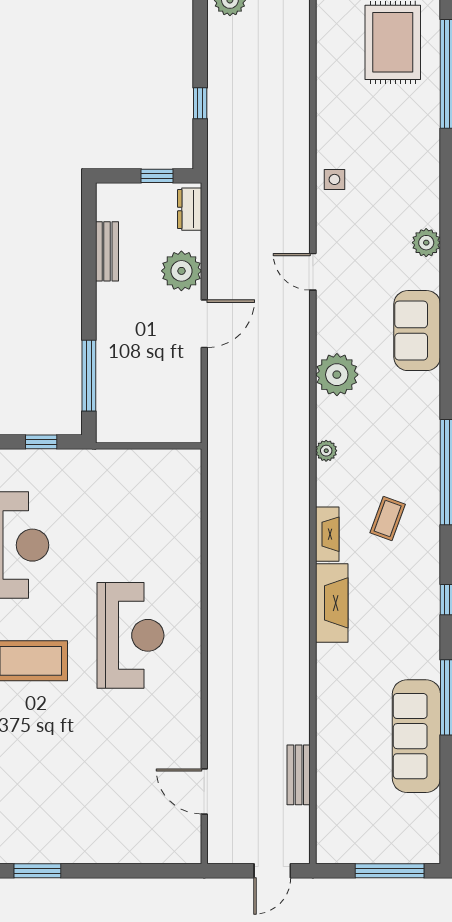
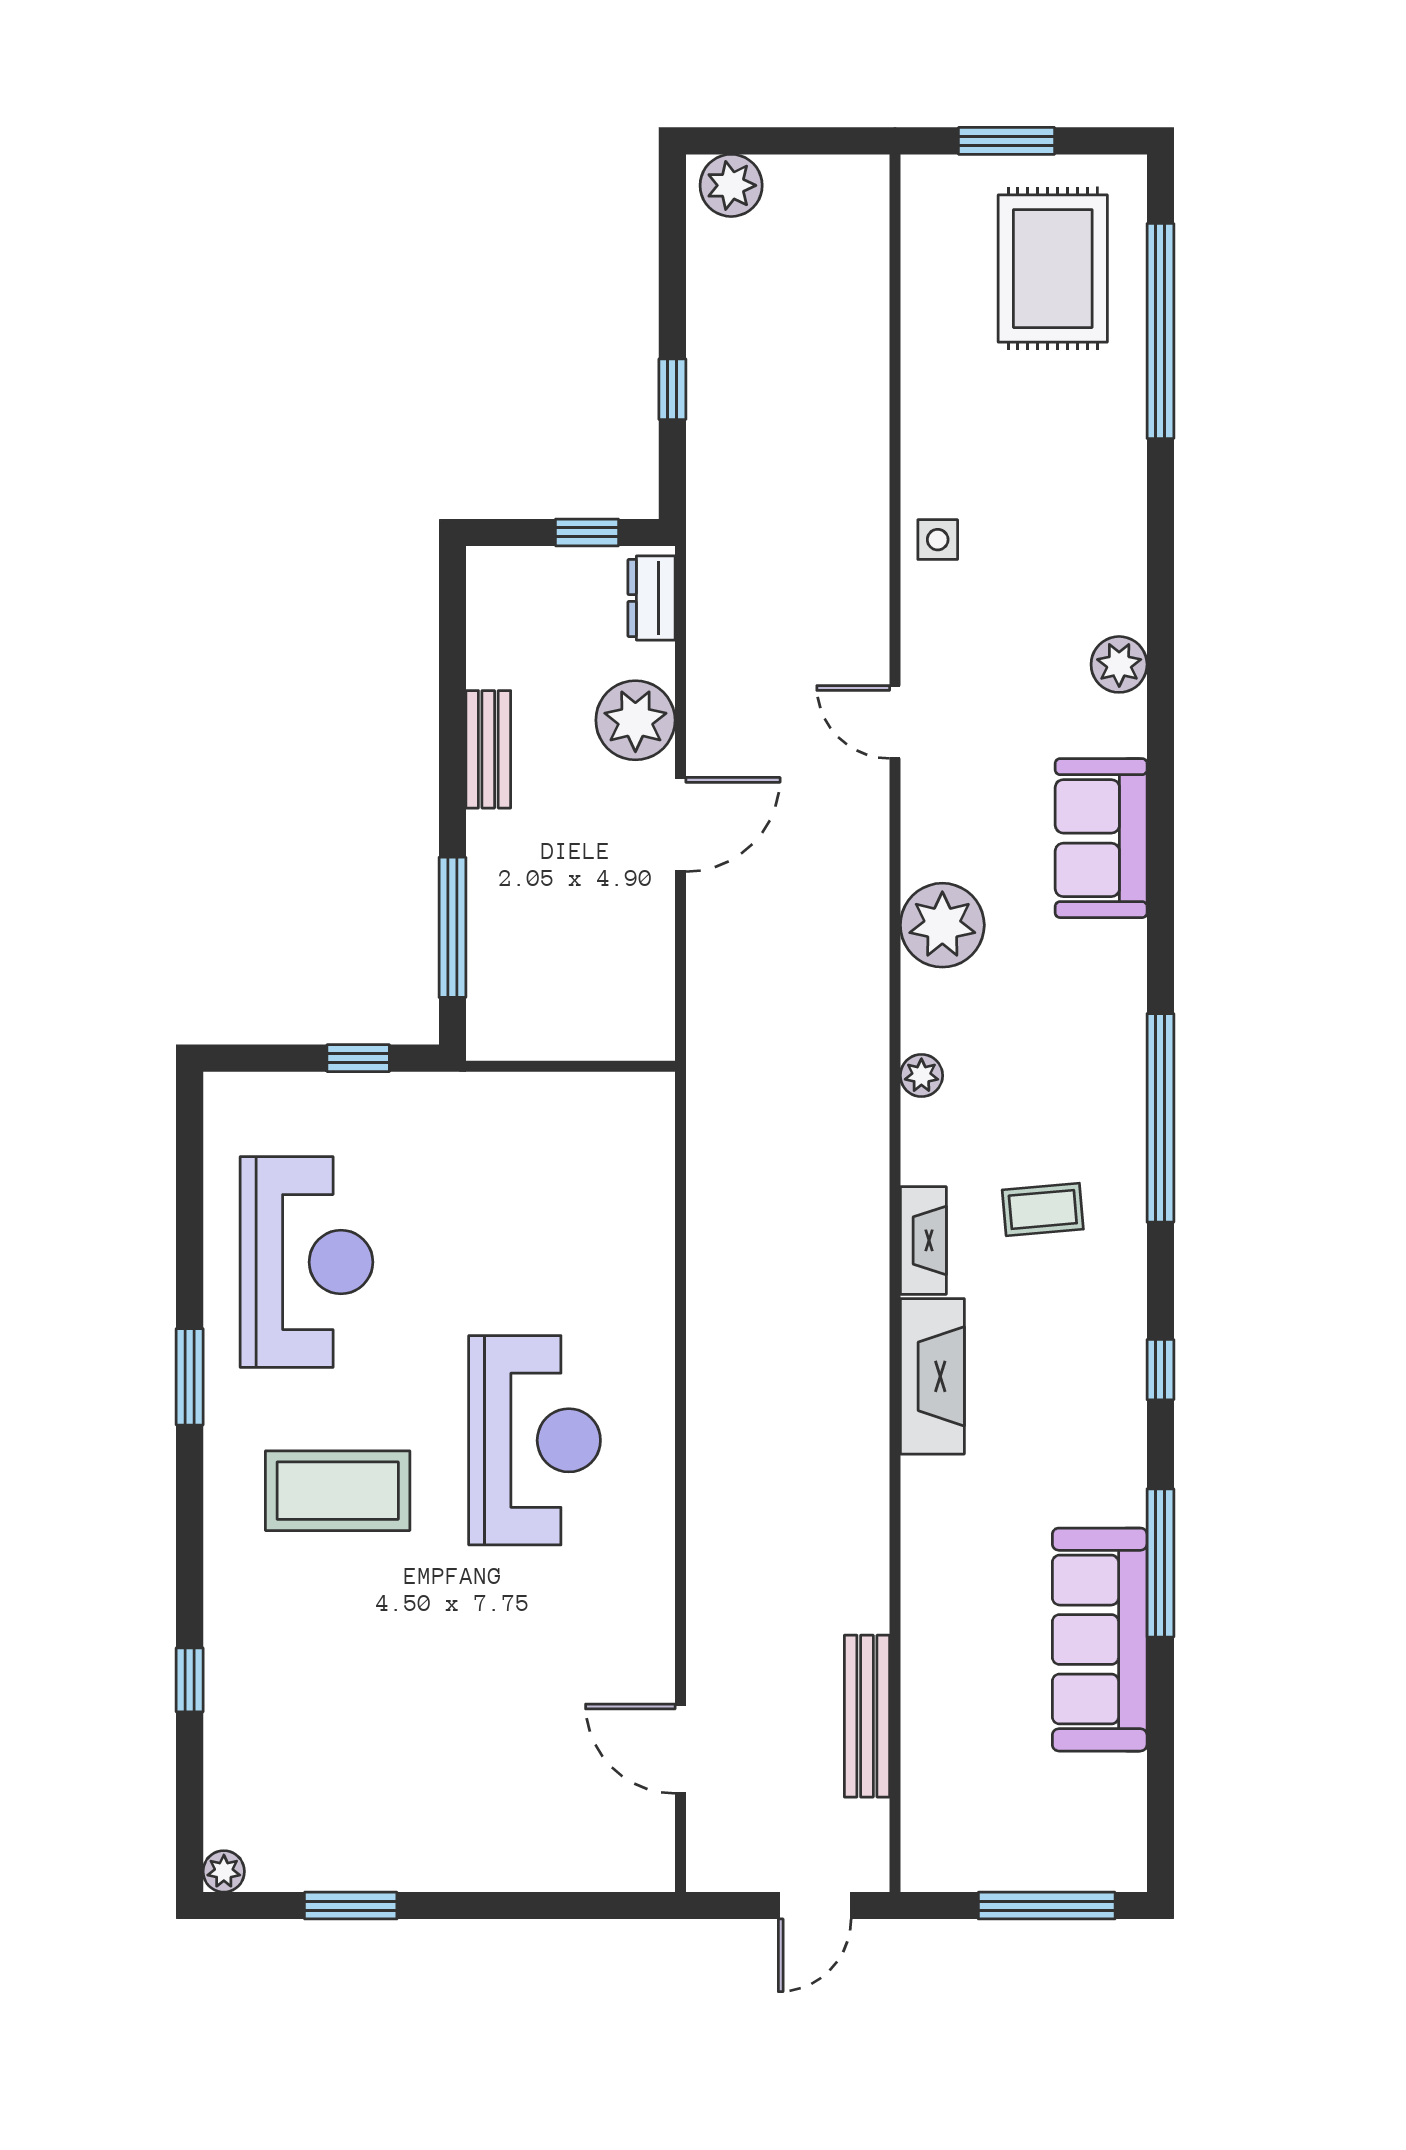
bench: (107, 251) -> (488, 749), moved
coffee table: (388, 518) -> (1043, 1209), turned 65
bench: (299, 775) -> (867, 1716), width x1.36

